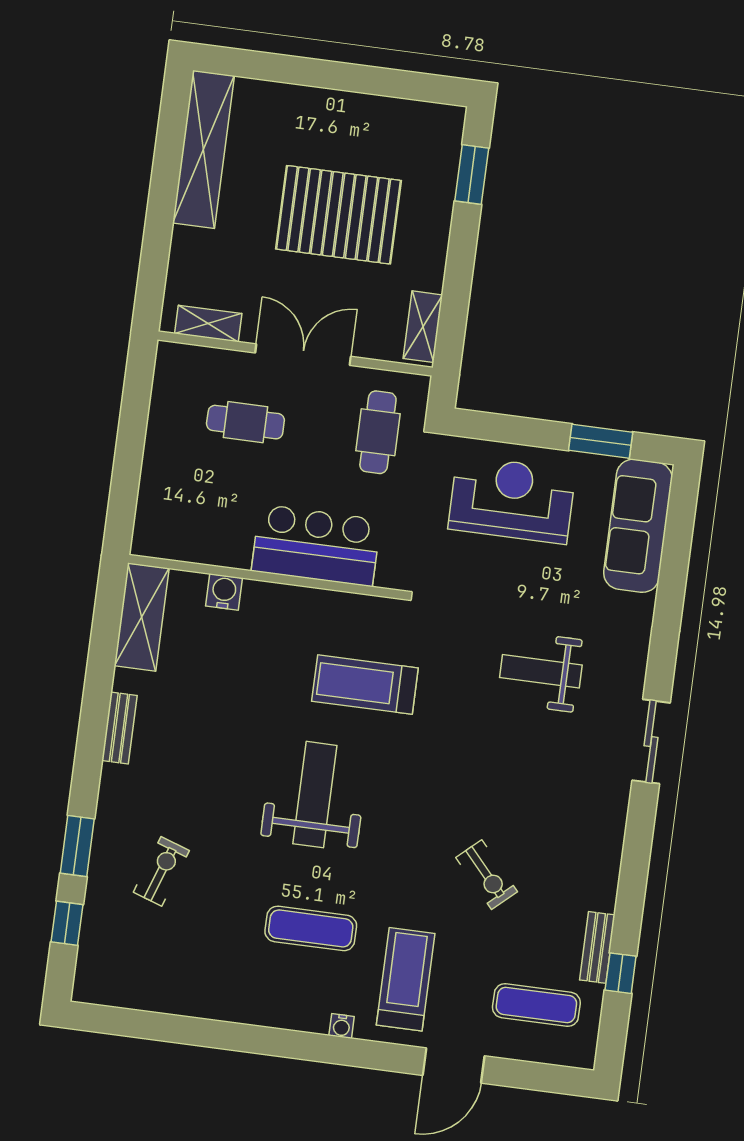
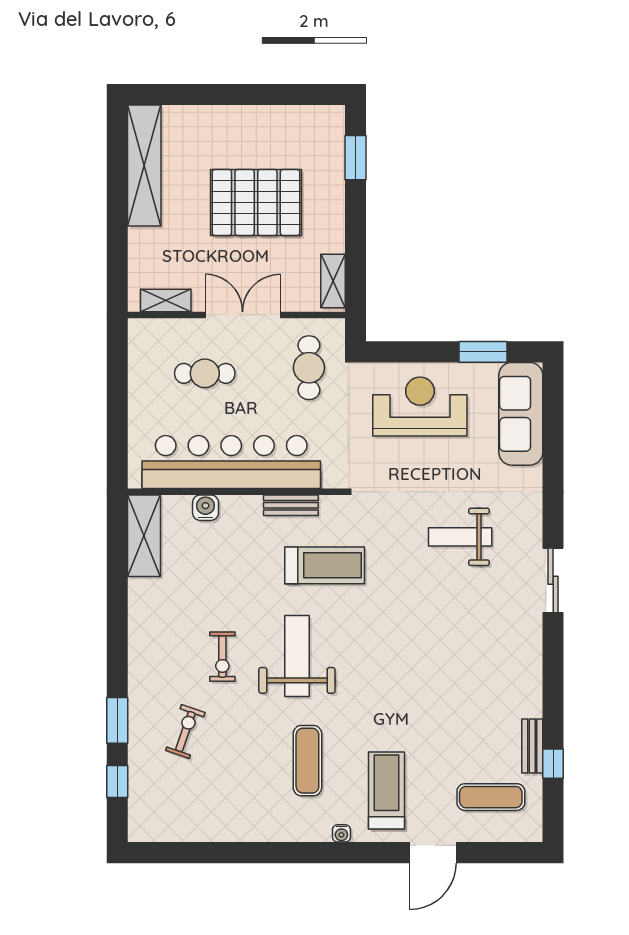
bar counter: (316, 545) -> (231, 462), width x1.86
treadmill: (365, 685) -> (325, 565), turned 180
bench: (119, 728) -> (291, 505), moved, turned 90
exercise bike: (487, 875) -> (222, 657), moved, turned 42
exercise mat: (311, 928) -> (307, 761), turned 90

